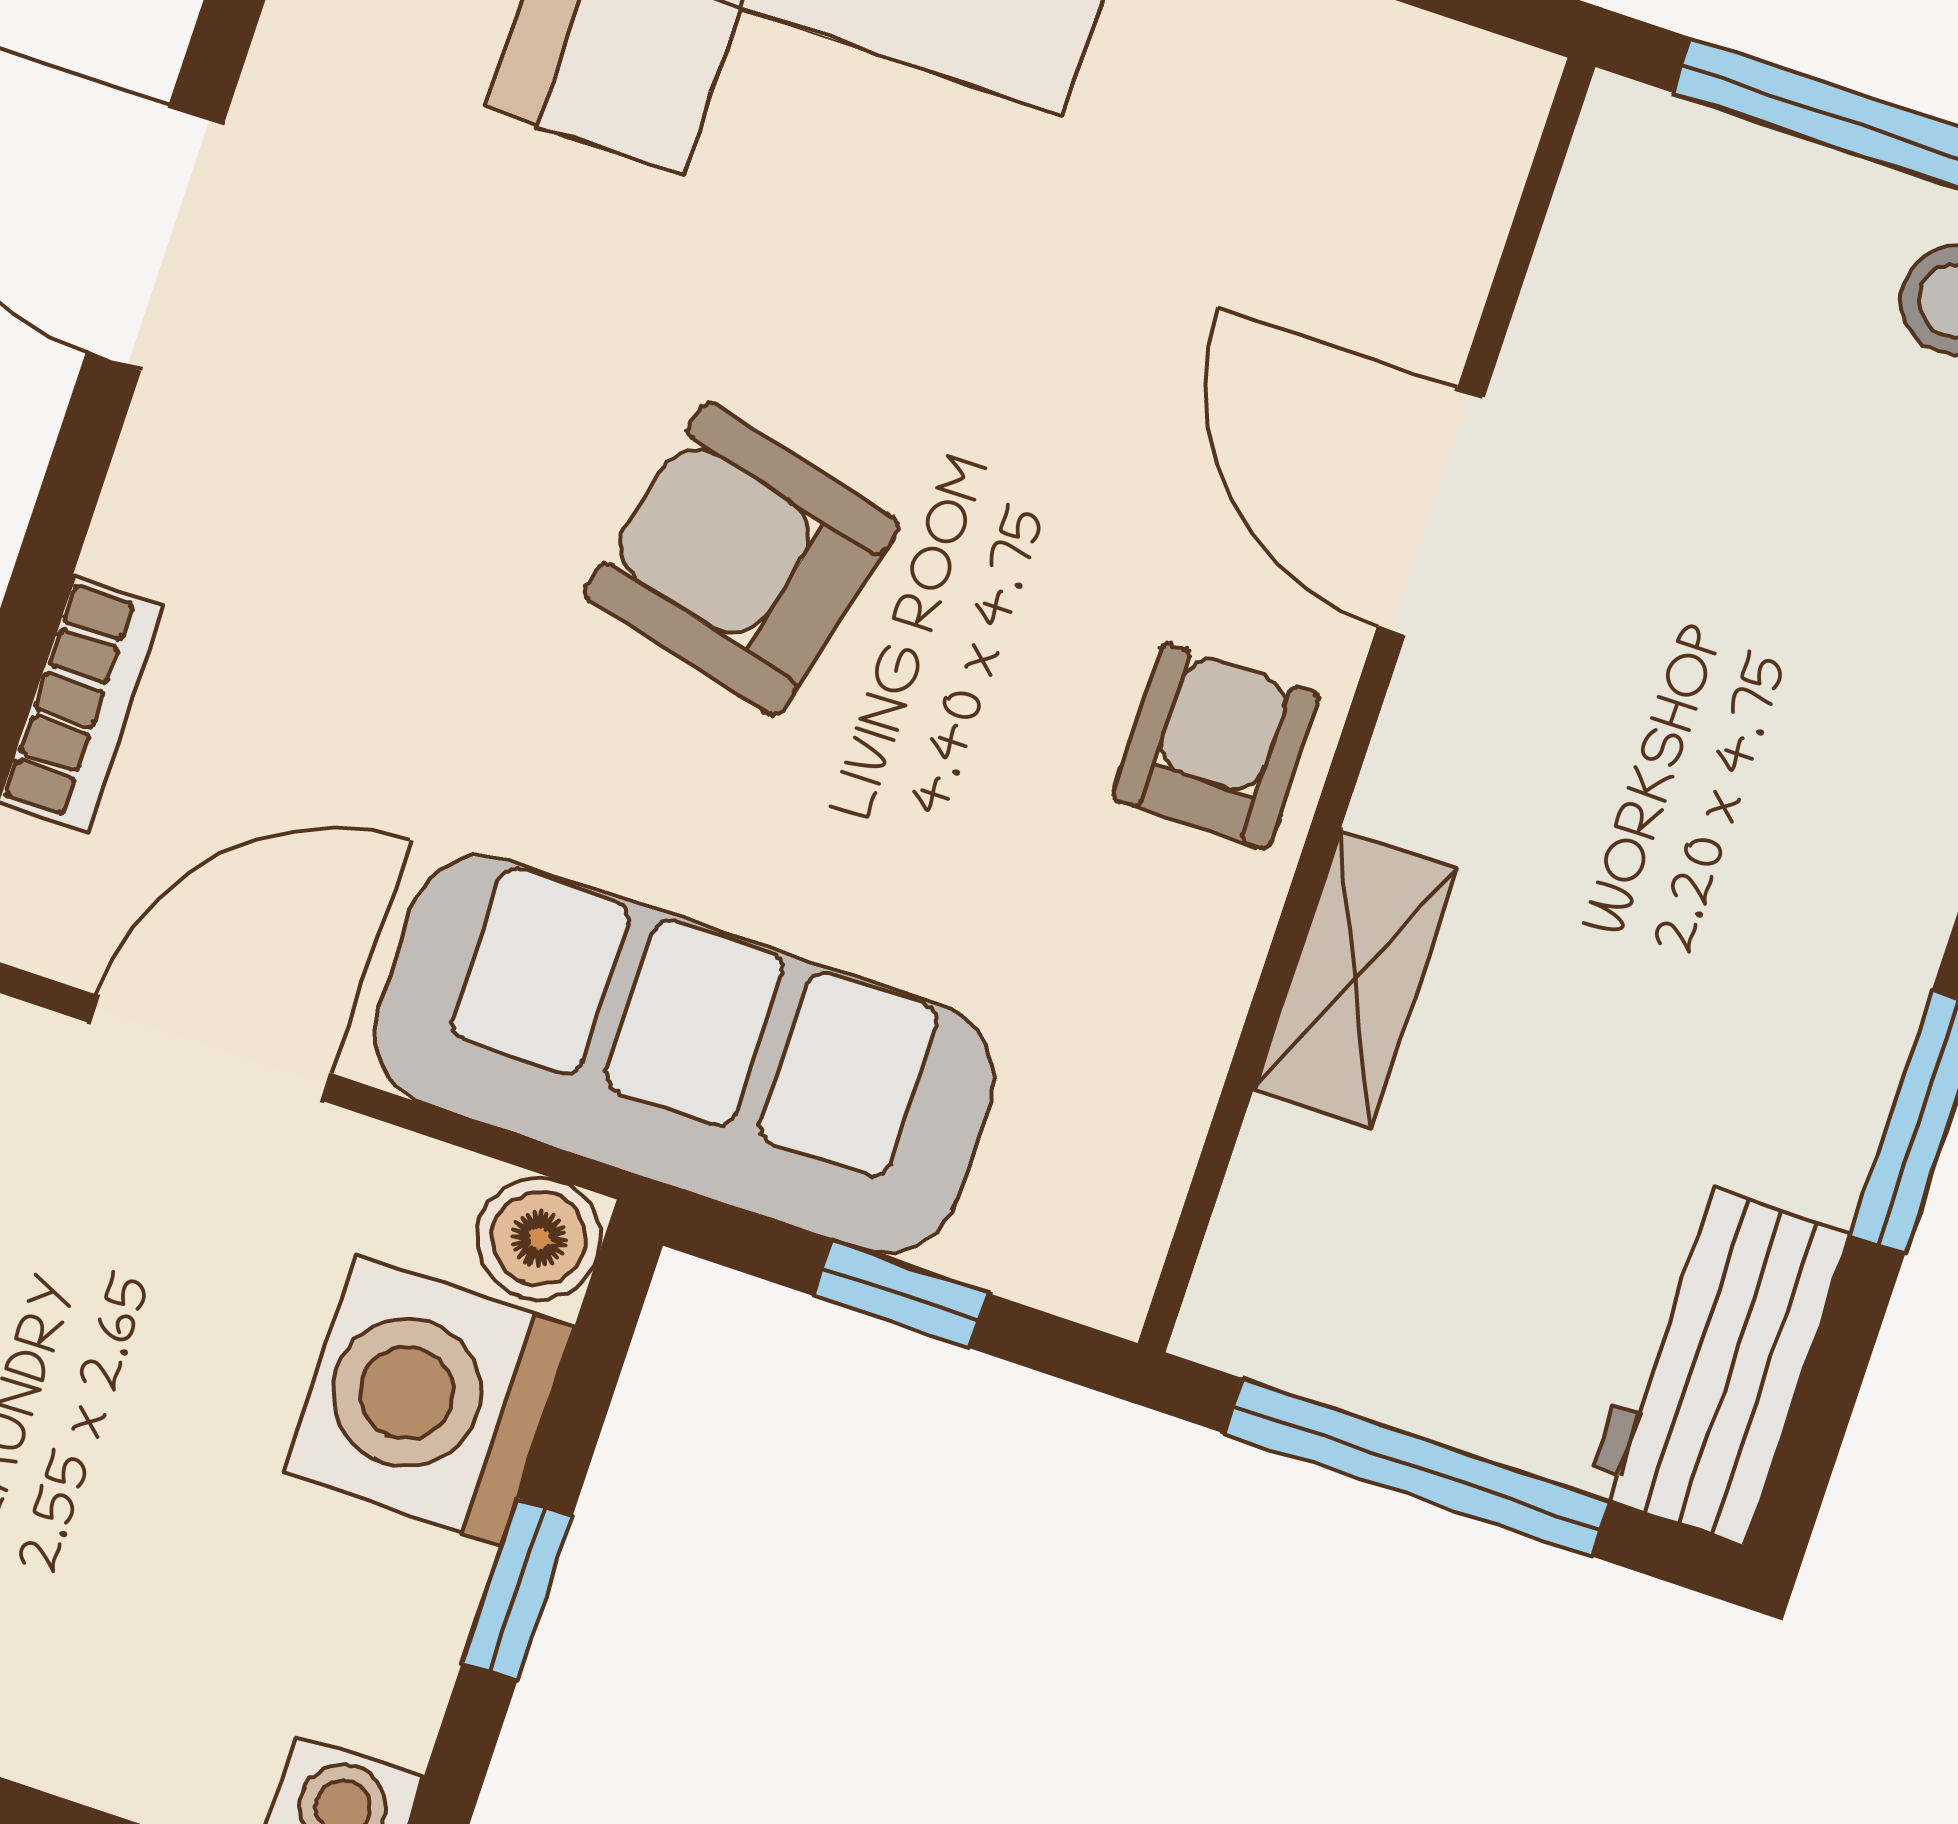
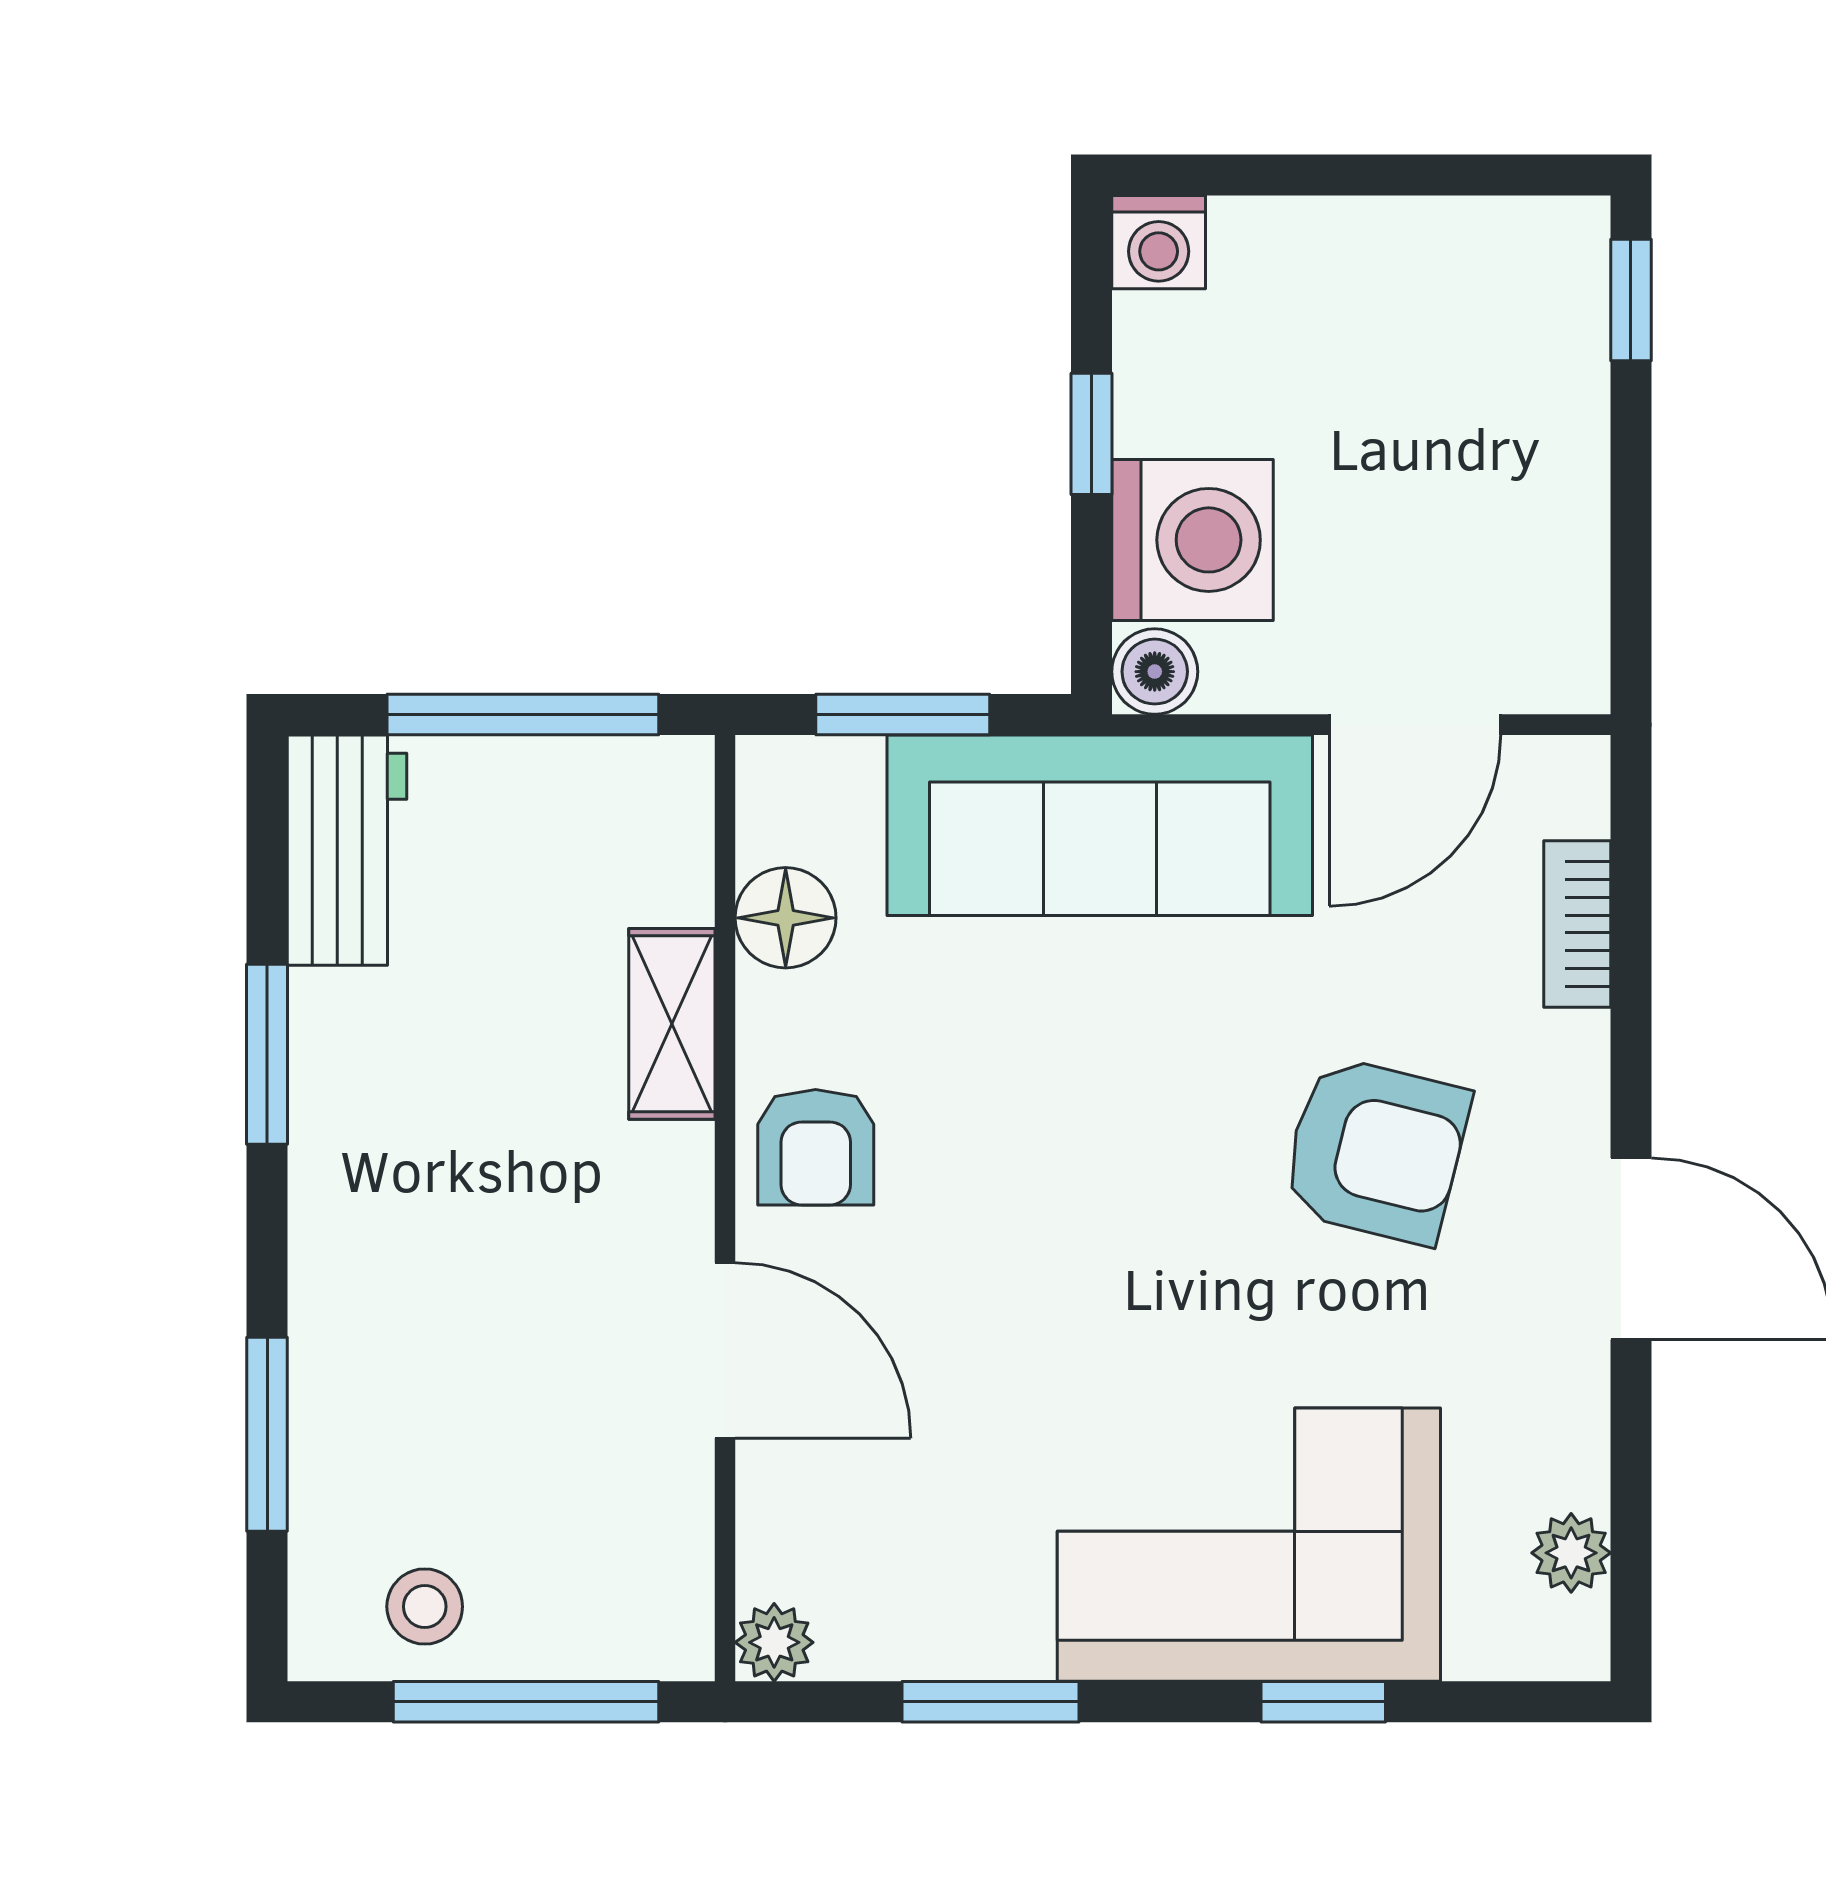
plant: (1497, 93) -> (774, 1642), added
armchair: (742, 559) -> (1376, 1150), moved
floor lamp: (1152, 1072) -> (786, 918), added
window: (901, 1295) -> (903, 714), width x1.50

